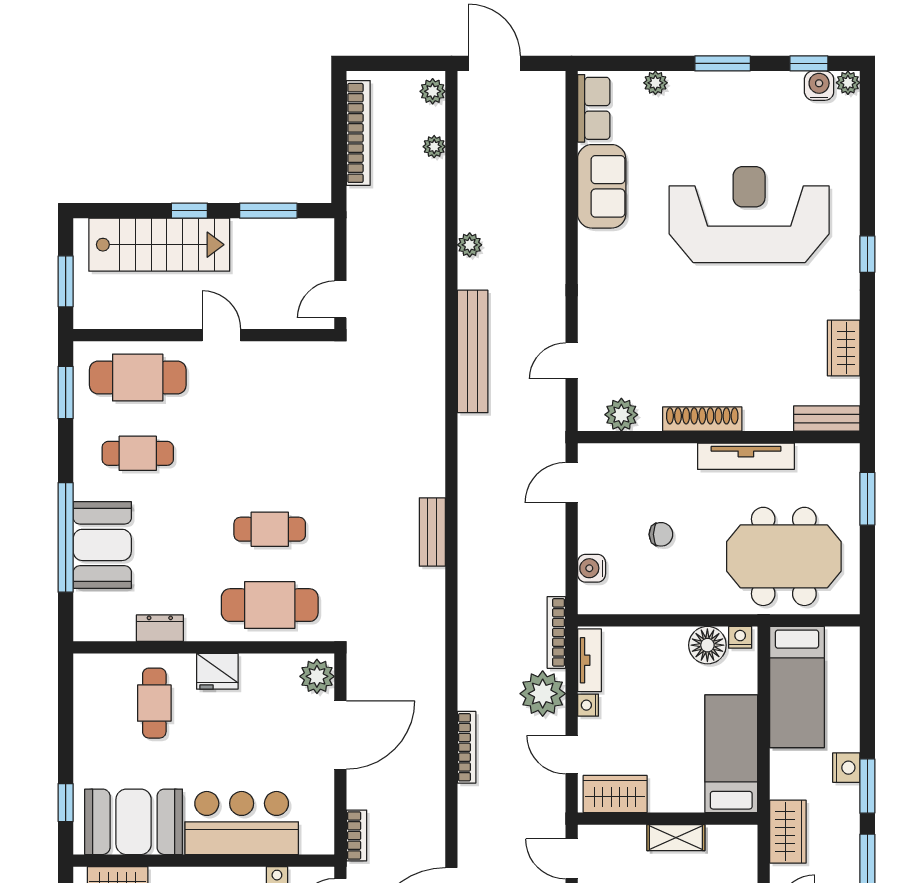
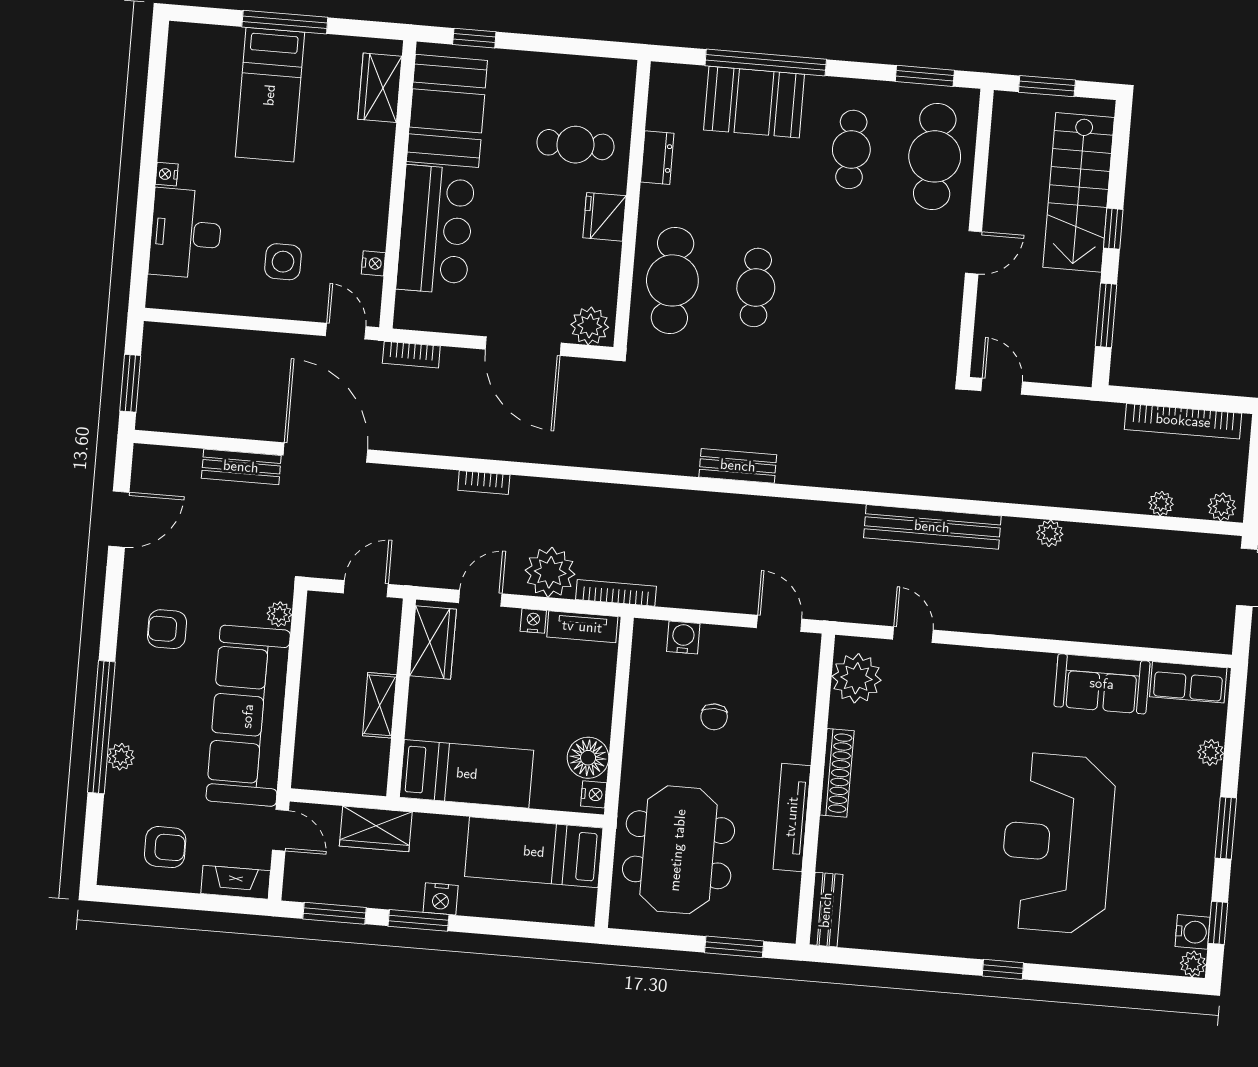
reception desk: (749, 215) -> (1057, 843), turned 180
wardrobe: (844, 348) -> (902, 935), removed
plant: (621, 415) -> (856, 678), width x1.36, depth x1.36
bookcase: (467, 747) -> (484, 483), width x0.64

